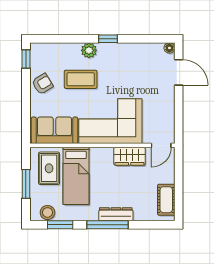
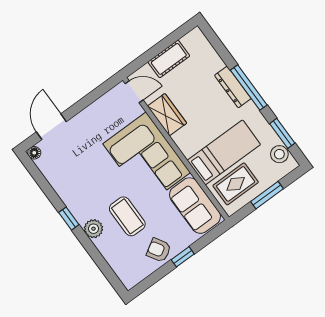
window: (26, 59) -> (183, 257), moved
cot: (166, 200) -> (169, 59), moved

